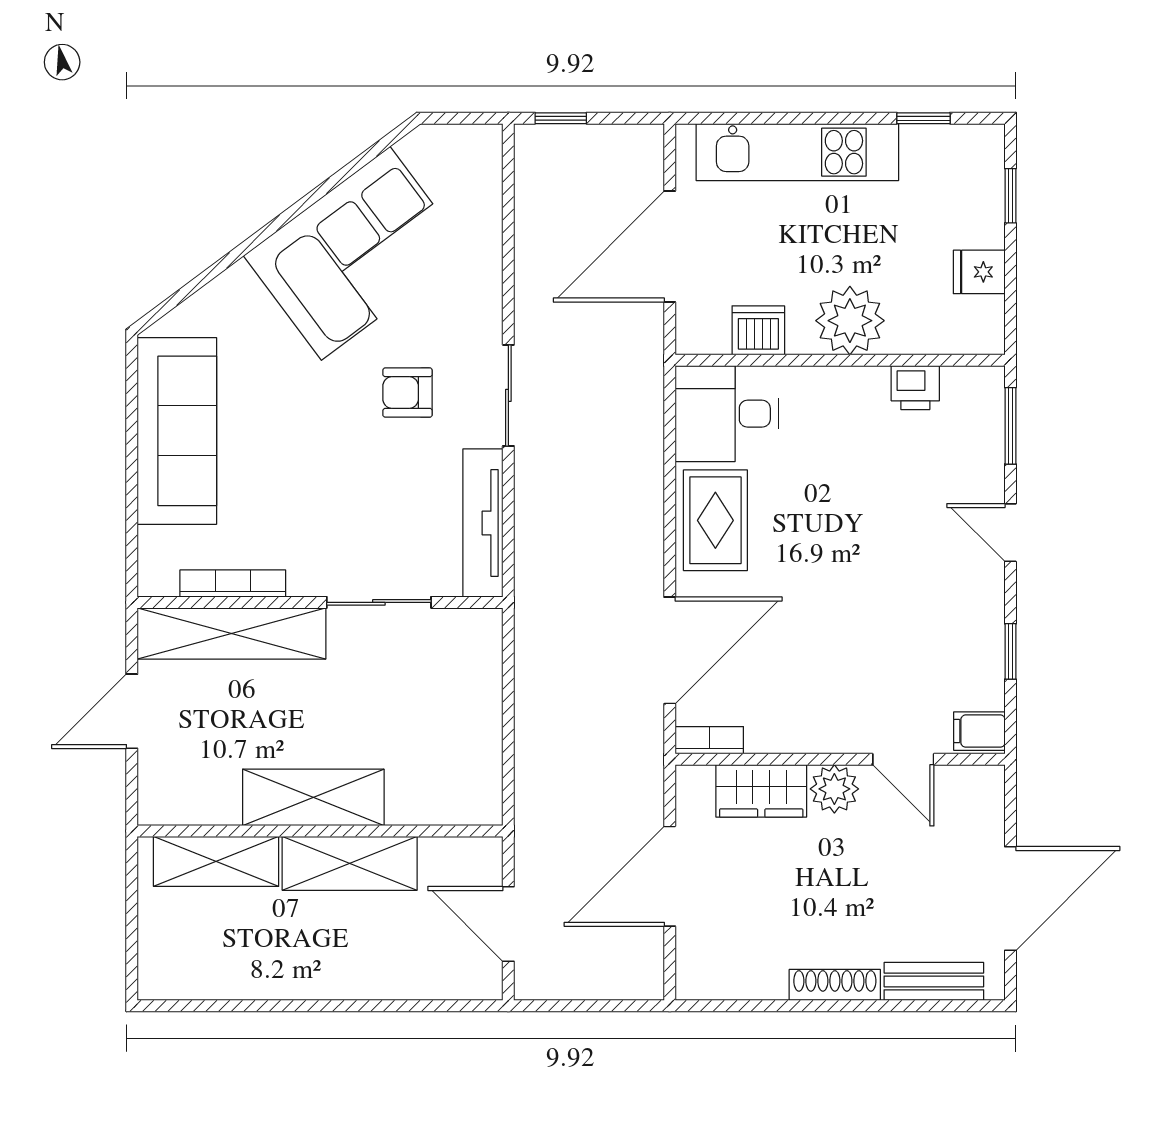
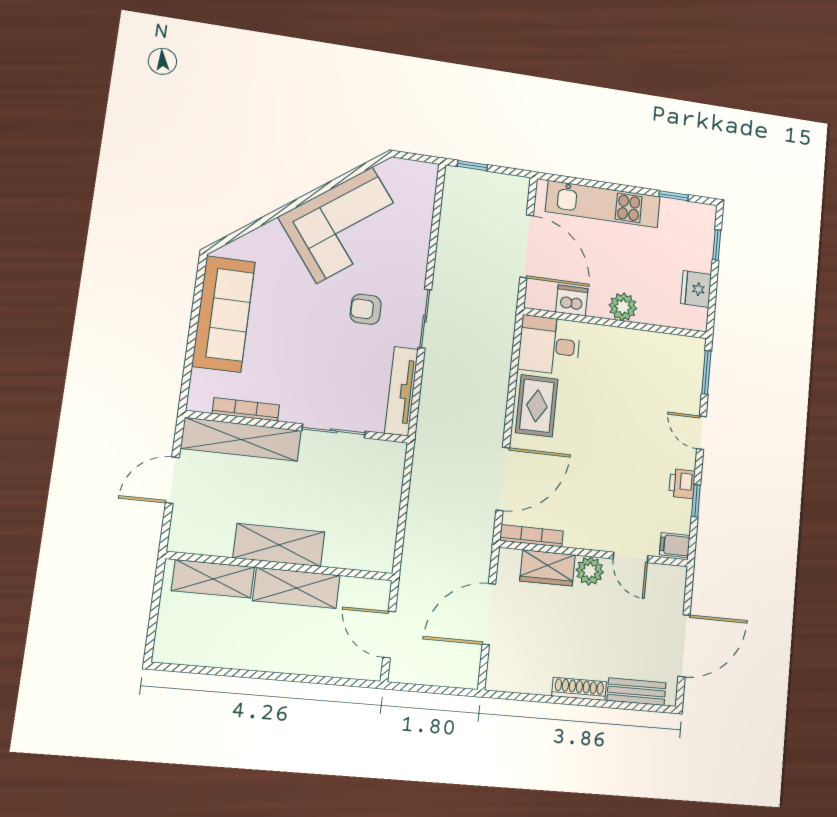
door: (670, 246) -> (527, 246), swing flipped
fridge: (979, 272) -> (696, 289), width x1.38
plant: (850, 321) -> (623, 307), width x0.73, depth x0.73
printer: (915, 388) -> (682, 484), moved, turned 90
bookcase: (709, 740) -> (532, 536), width x1.56

